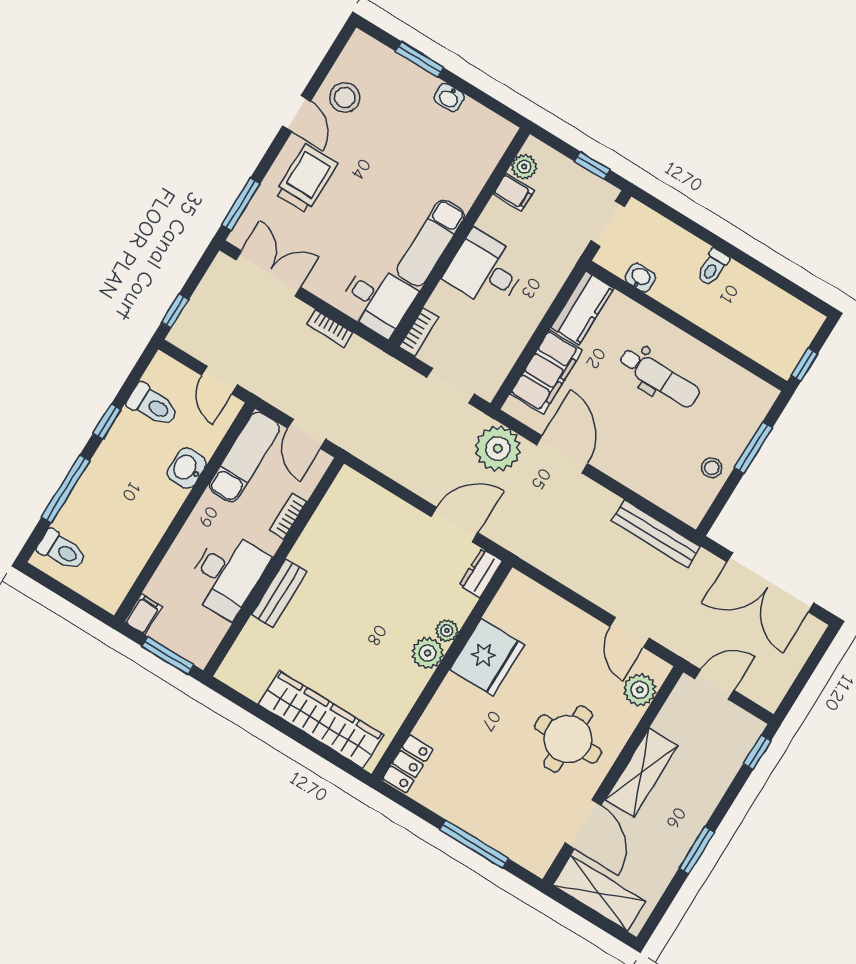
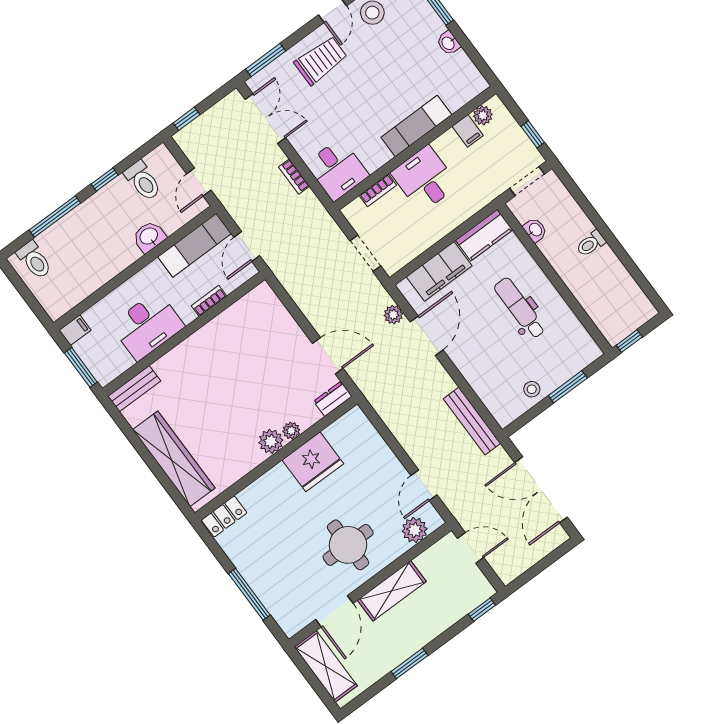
exam couch: (431, 243) -> (416, 126), moved
bookcase: (419, 332) -> (378, 190), moved
dental chair: (659, 377) -> (520, 308), turned 180
plant: (498, 448) -> (393, 315), width x0.53, depth x0.53
bench: (279, 593) -> (134, 389), moved

